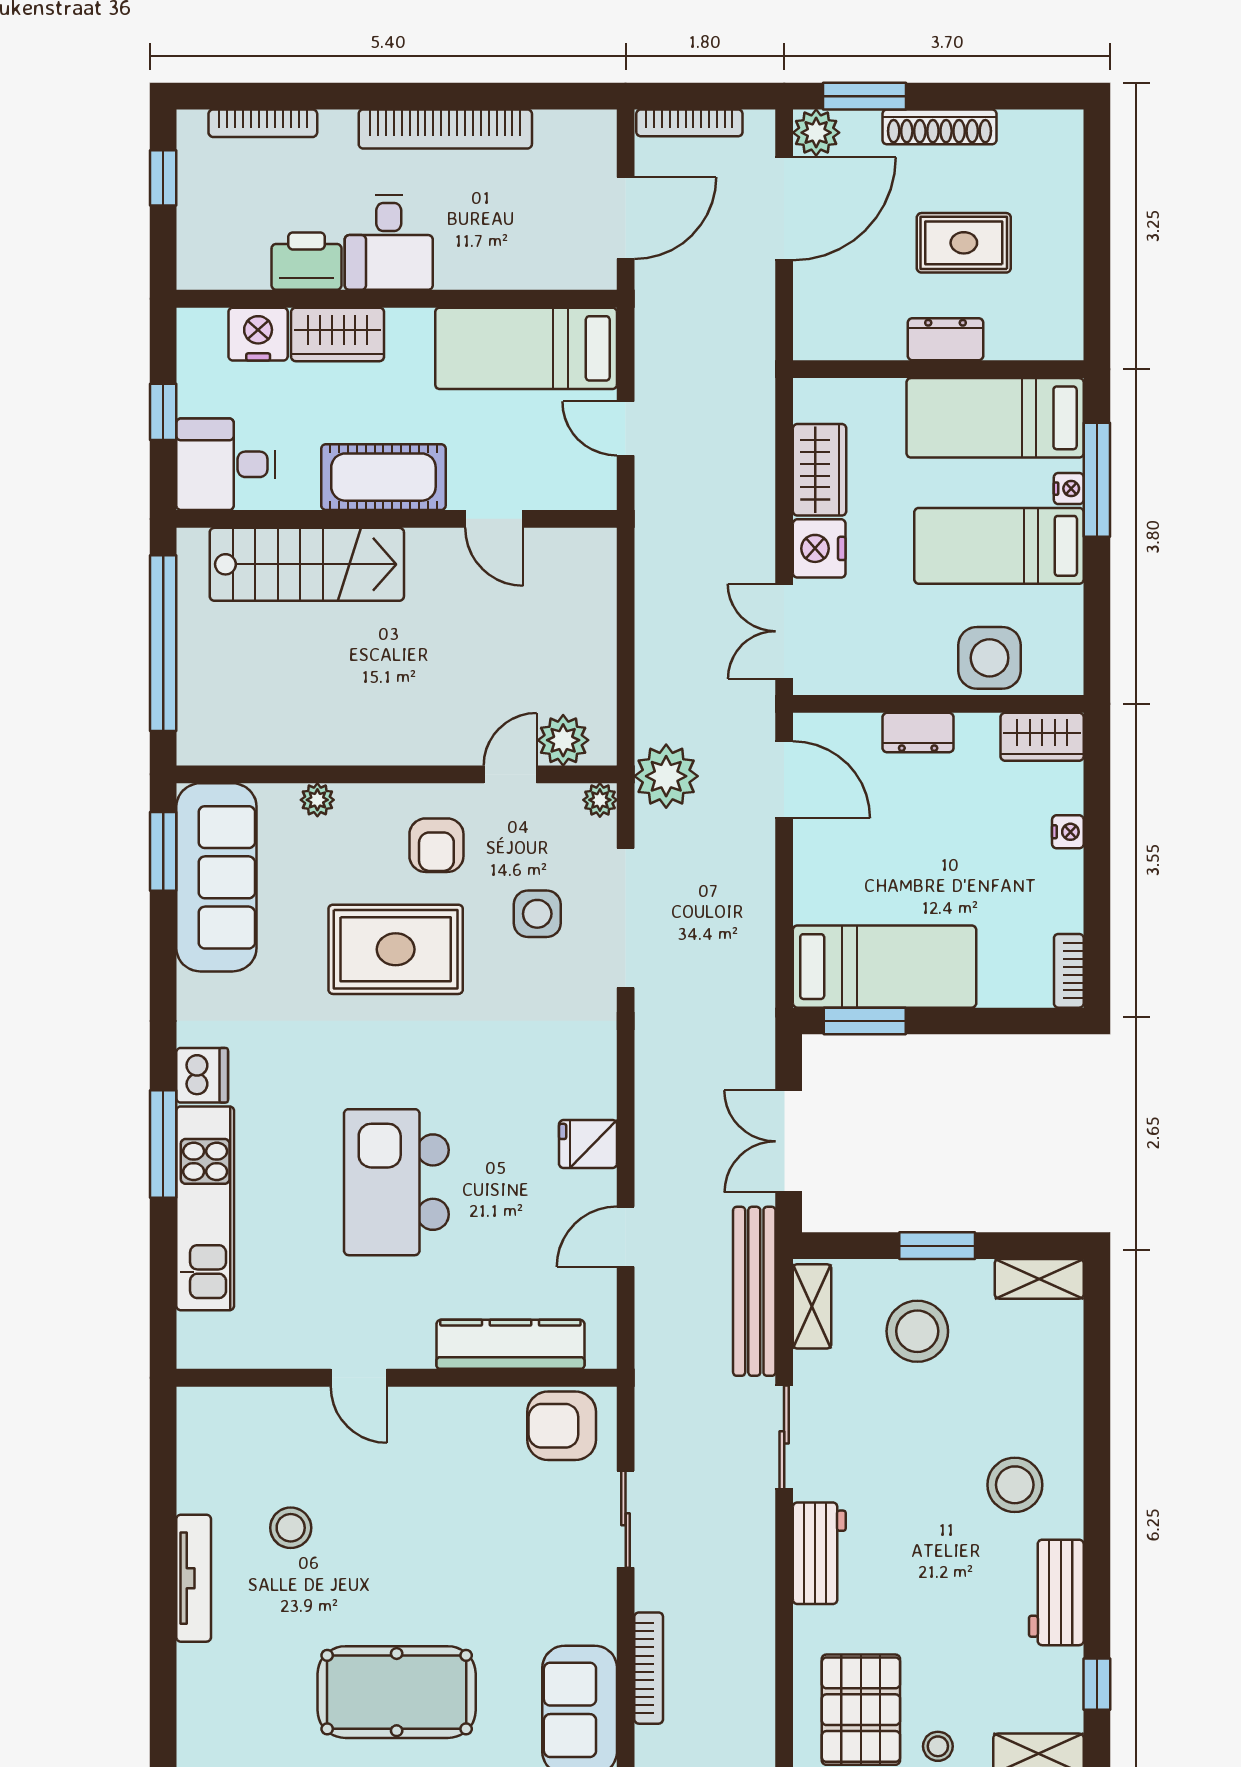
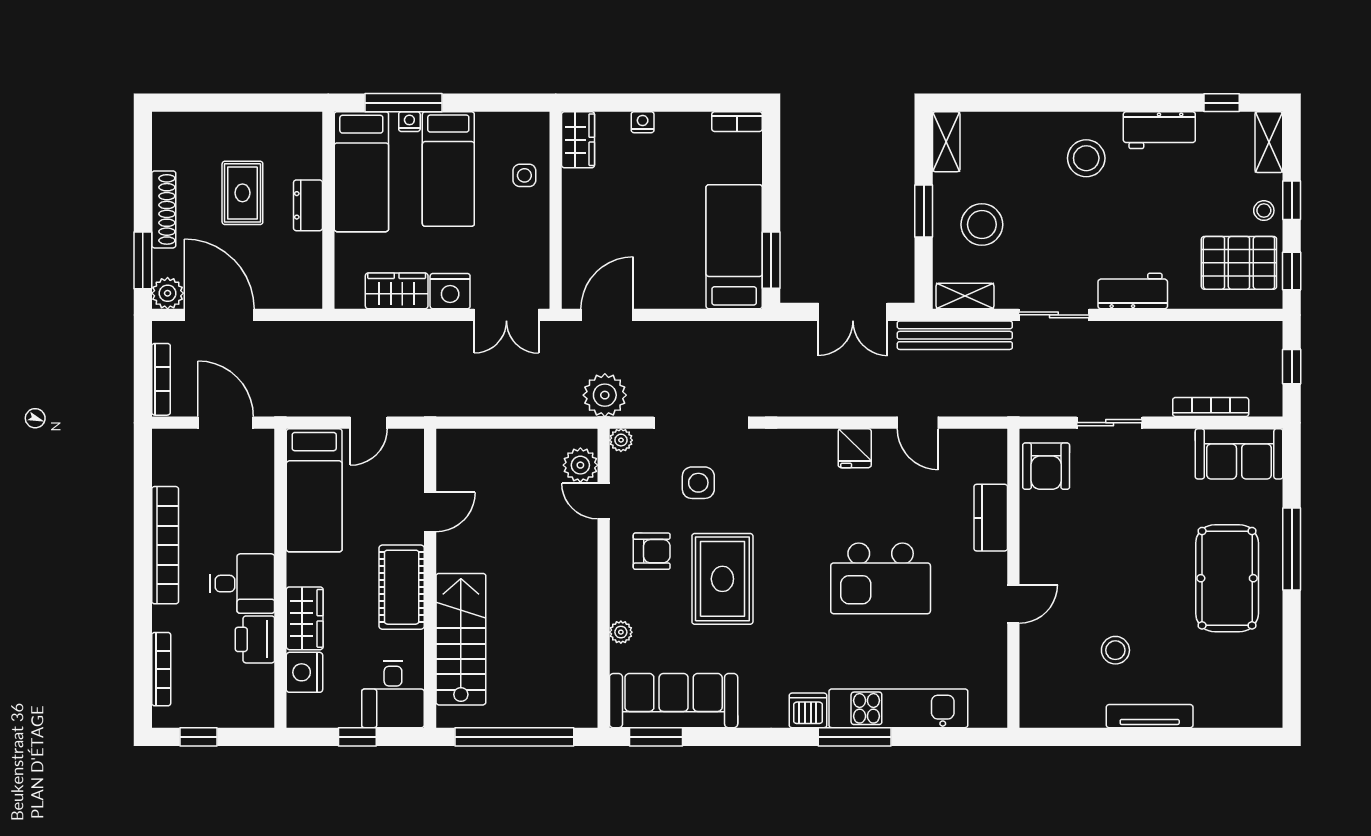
side table: (990, 658) -> (524, 175), width x0.54, depth x0.54
dresser: (918, 733) -> (575, 224), removed
kitchen counter: (510, 1344) -> (991, 518), width x0.67

